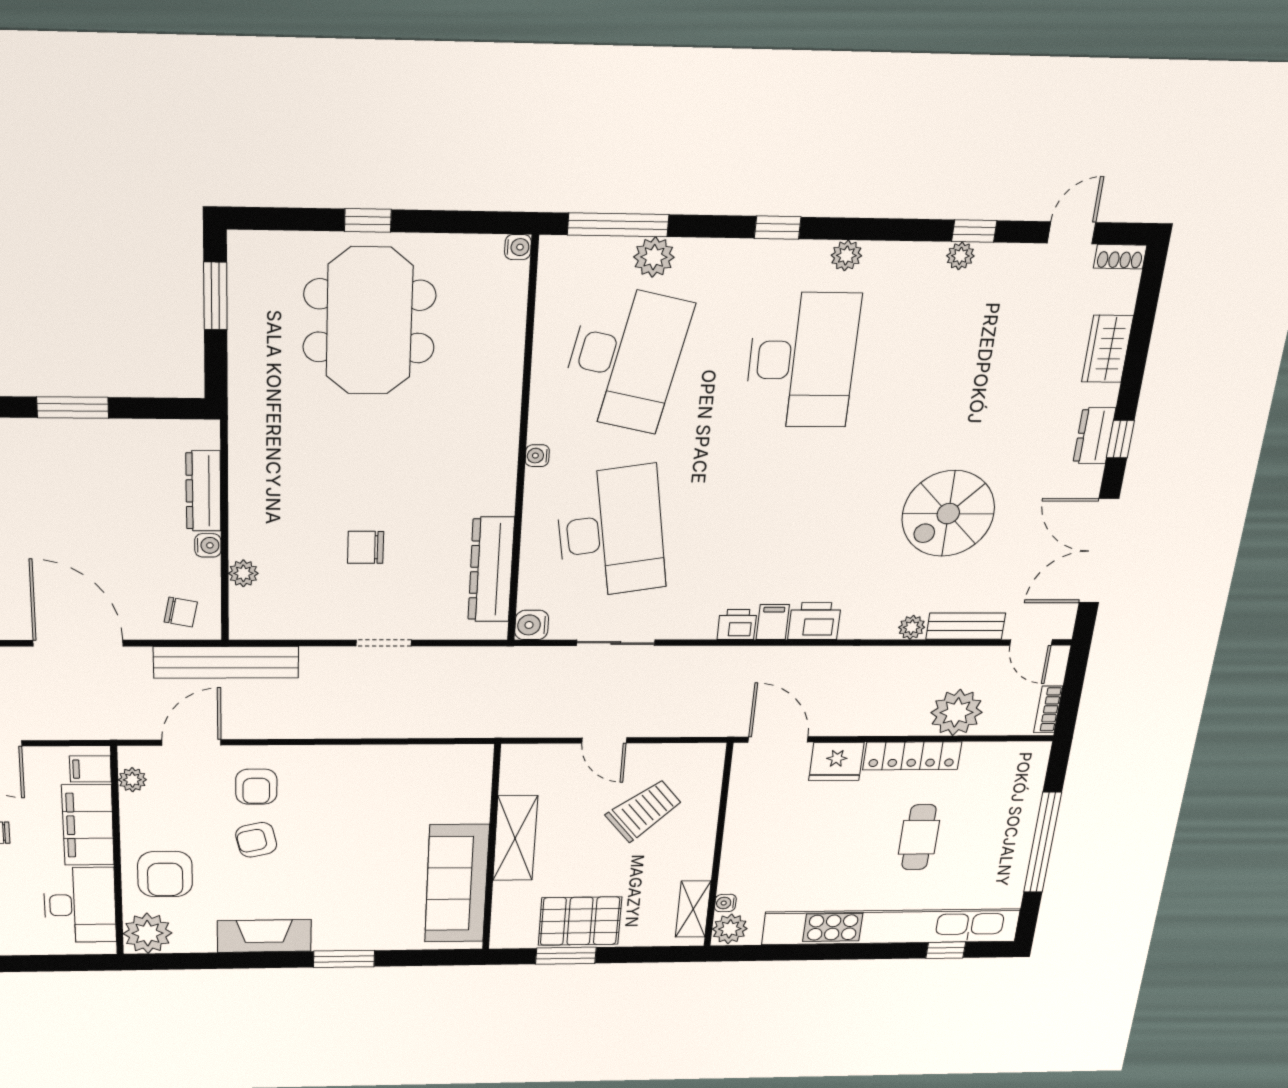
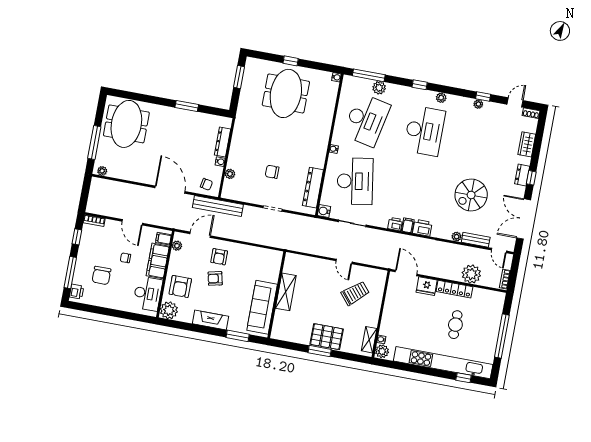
shelving: (515, 838) -> (286, 292), moved
wall: (491, 849) -> (277, 295), moved
sofa: (457, 884) -> (262, 307), moved

